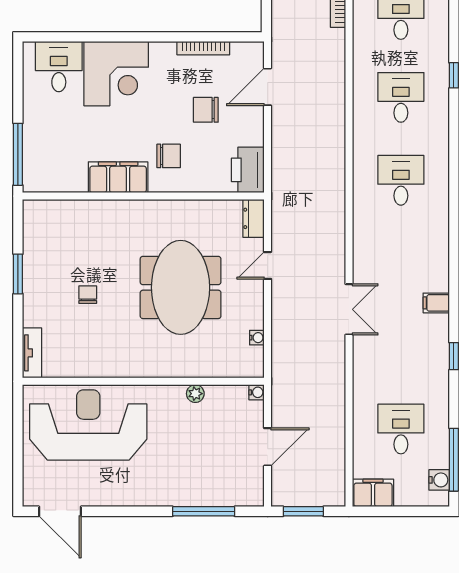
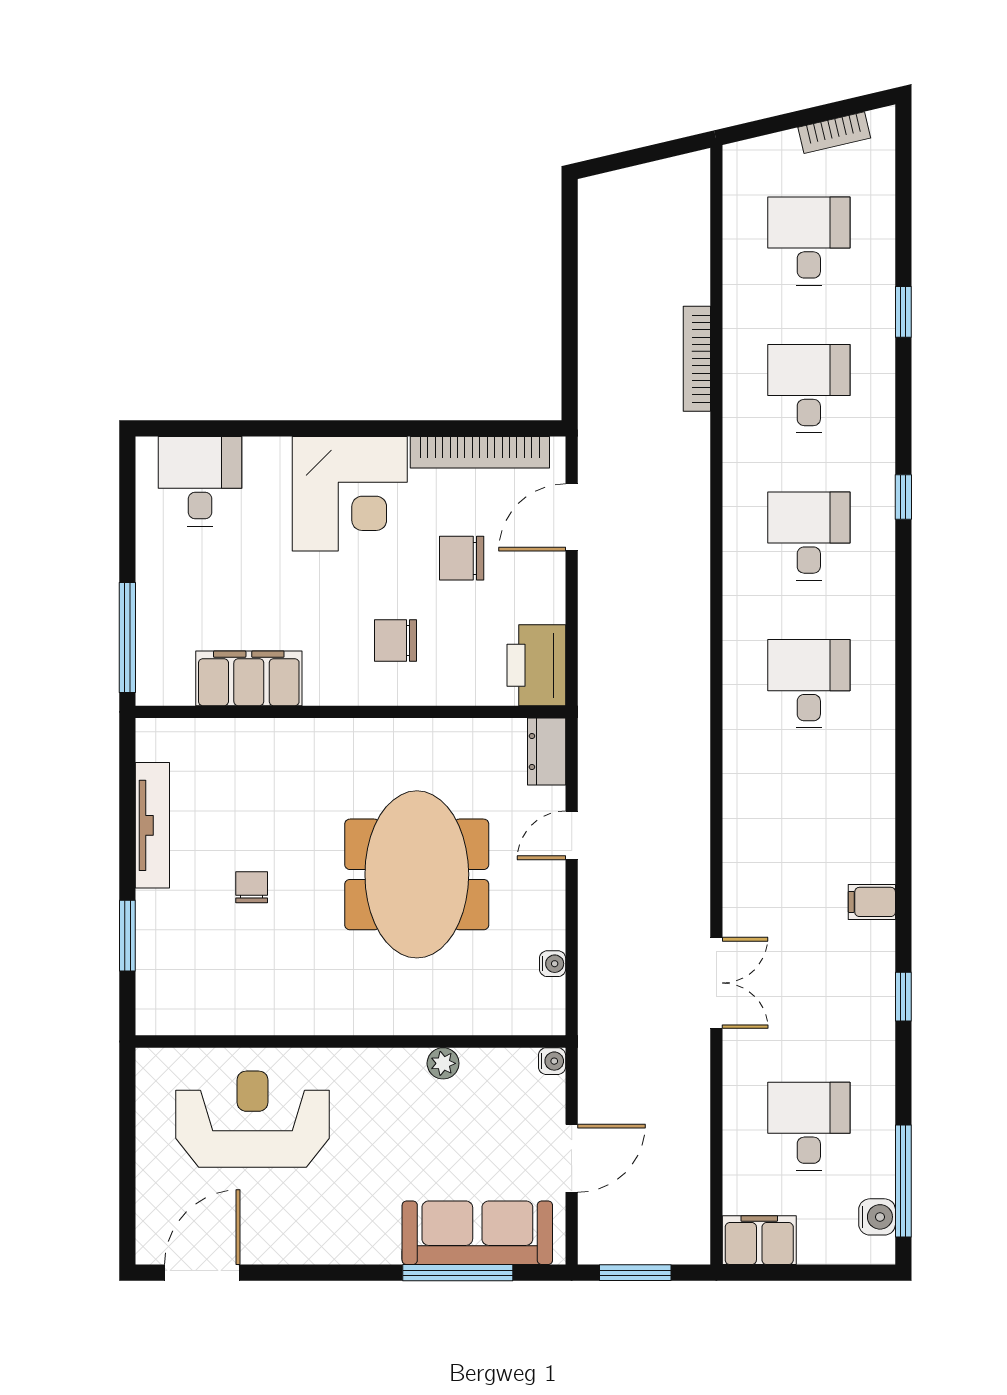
bookcase: (203, 48) -> (480, 452), width x1.48, depth x1.31
corner desk: (116, 74) -> (350, 494), moved
chair: (169, 156) -> (396, 640), turned 180
filing cabinet: (118, 177) -> (249, 678), moved
window: (18, 274) -> (127, 936), moved
double door: (349, 309) -> (716, 983), moved
tv unit: (32, 353) -> (152, 825), moved, width x1.41
reception desk: (88, 425) -> (252, 1119), width x0.74, depth x0.77
sofa: (215, 489) -> (477, 1233), added
door: (60, 511) -> (202, 1273), swing flipped

